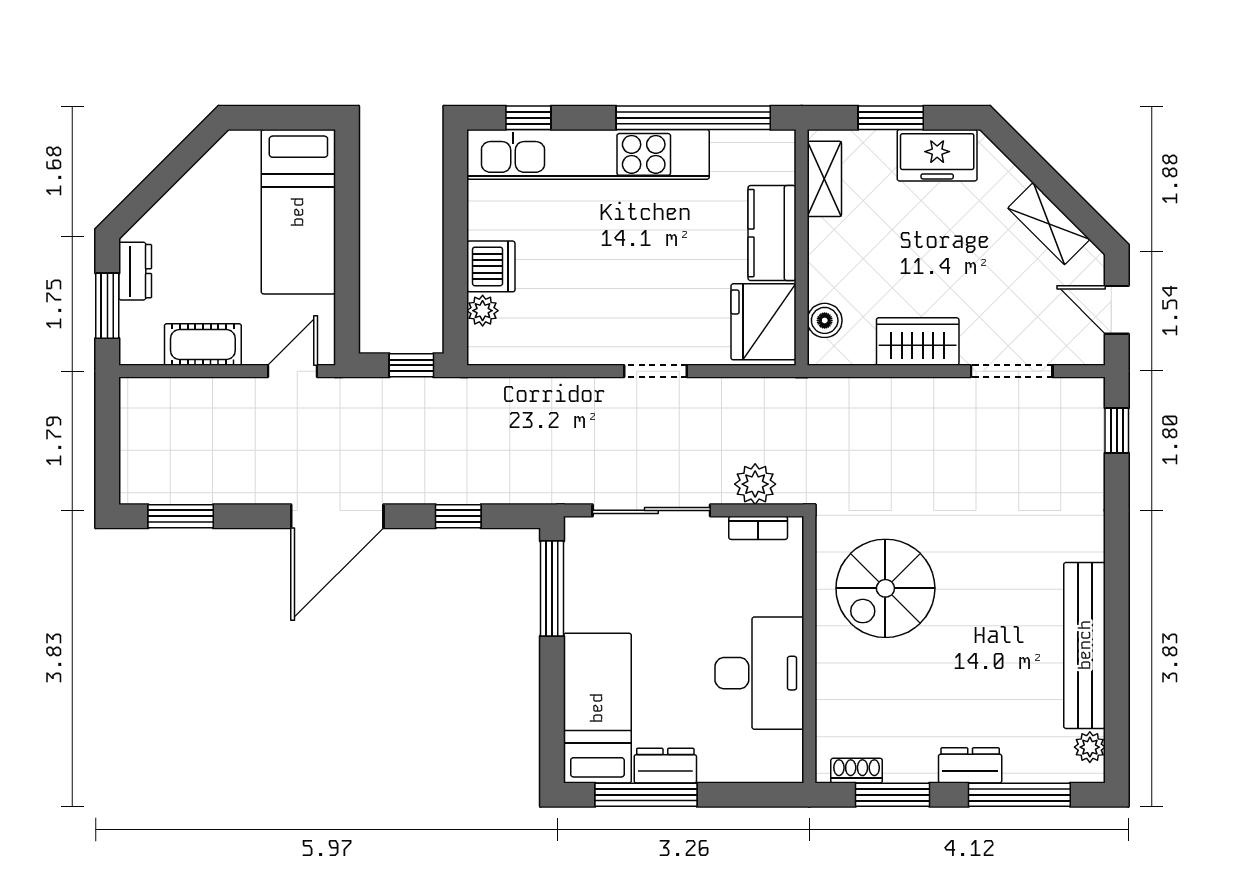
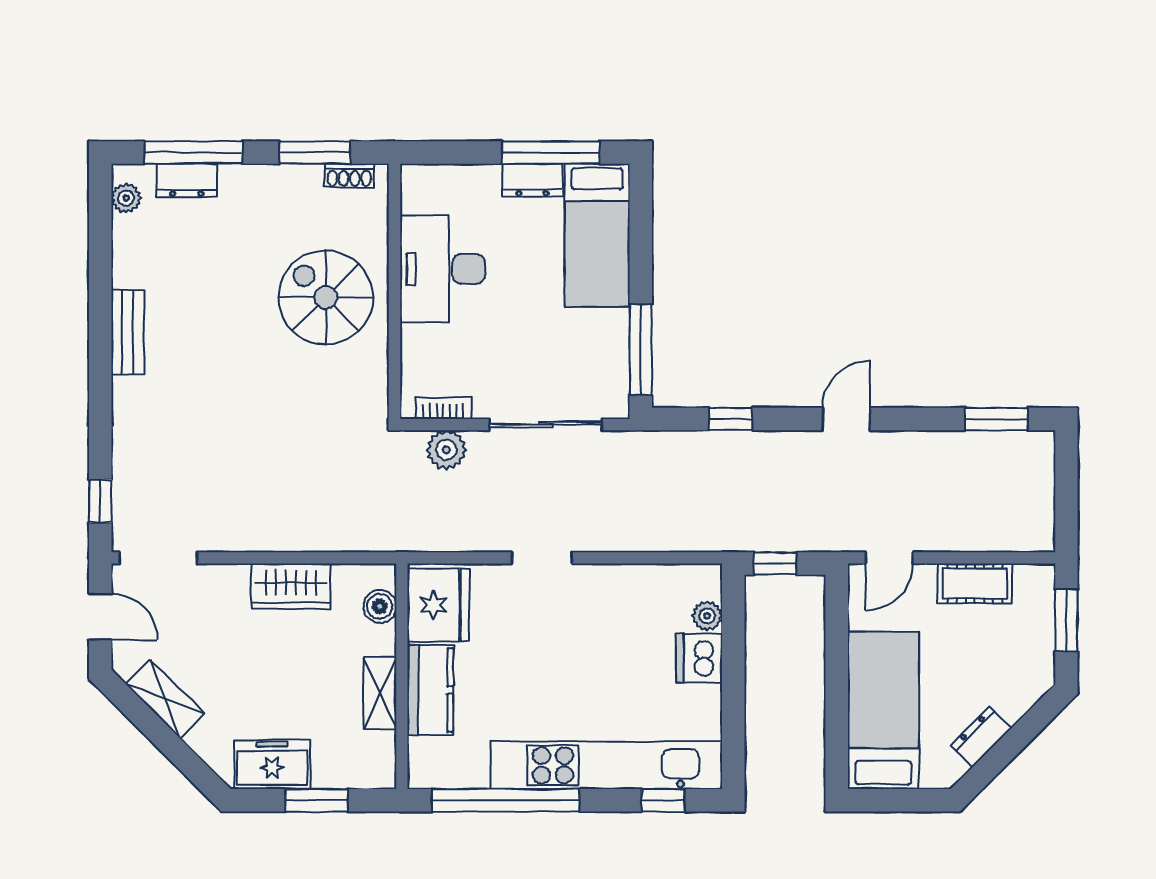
shelving: (824, 179) -> (380, 693), moved
dresser: (135, 271) -> (981, 737), moved, turned 45
doorway: (1012, 371) -> (158, 558), moved
door: (337, 516) -> (846, 419), width x0.53
spiral stairs: (885, 588) -> (326, 297), moved, turned -90
bench: (1085, 645) -> (128, 332), width x0.54, depth x0.82
dresser: (970, 765) -> (187, 181), moved

